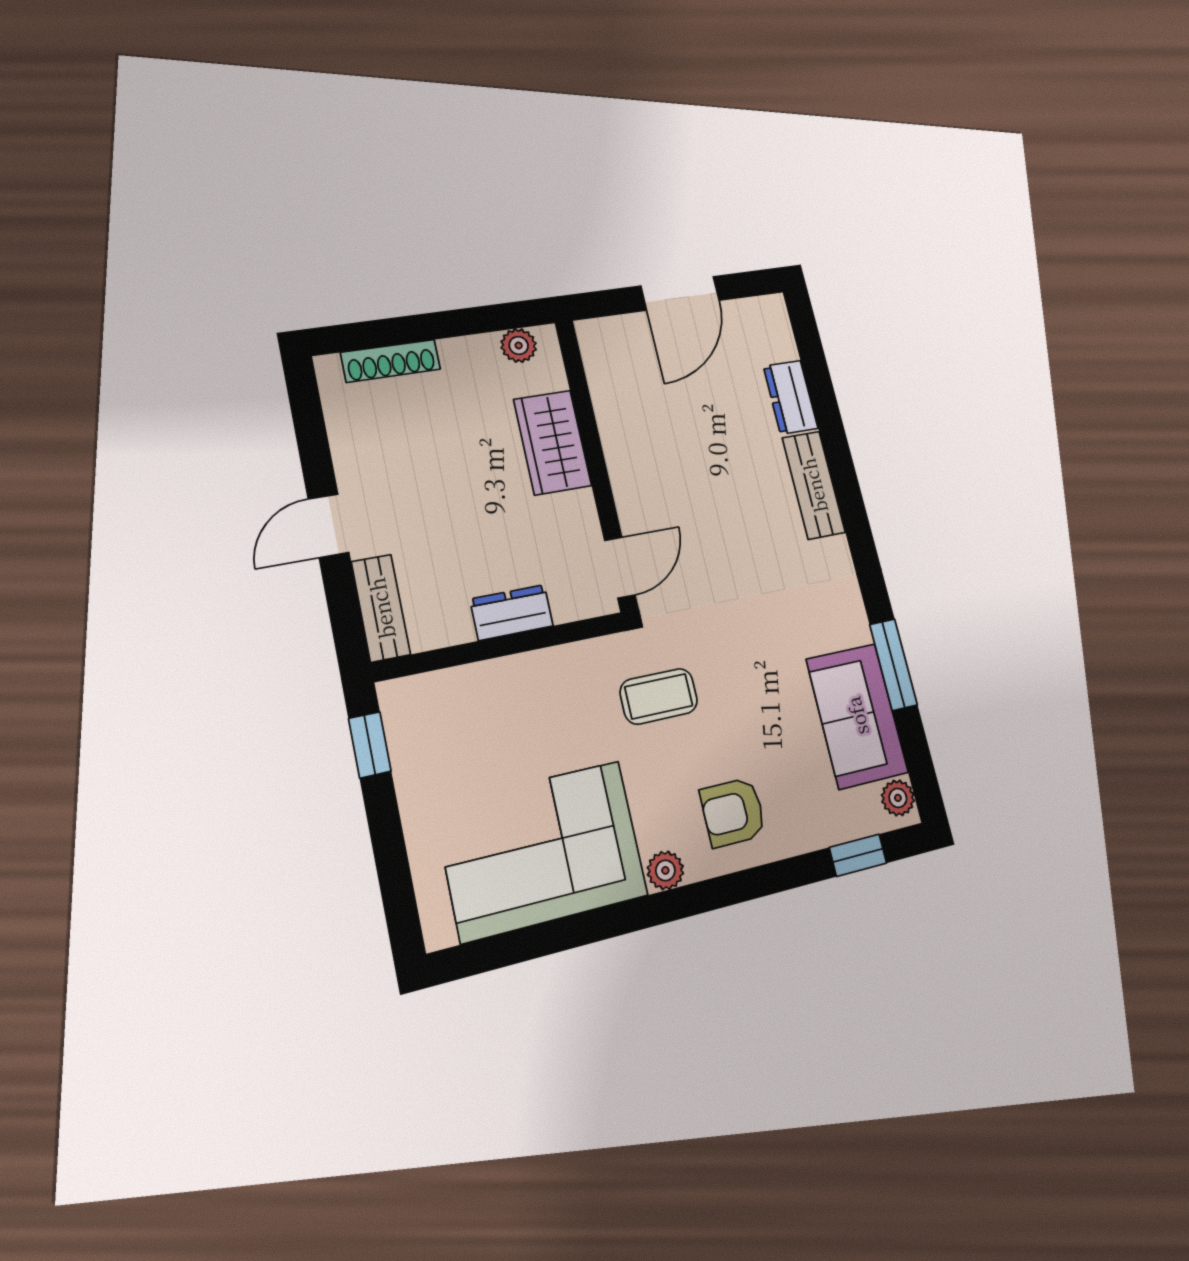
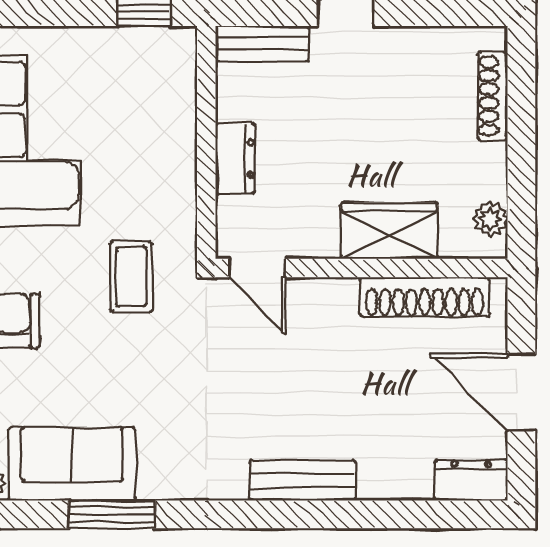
shoe rack: (611, 397) -> (425, 297), added
dresser: (791, 397) -> (471, 480), moved

